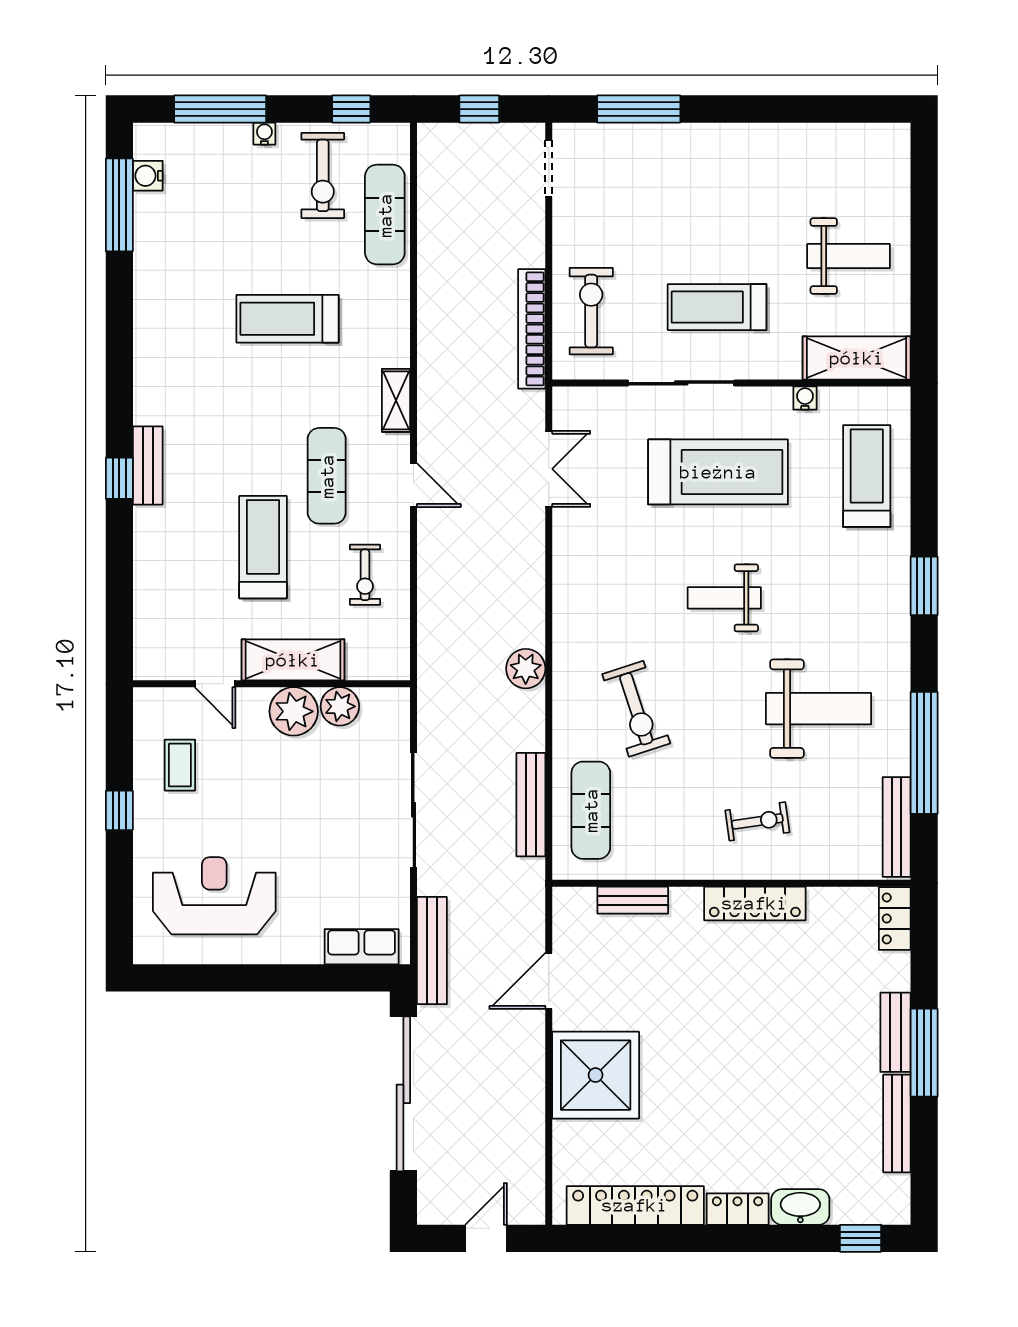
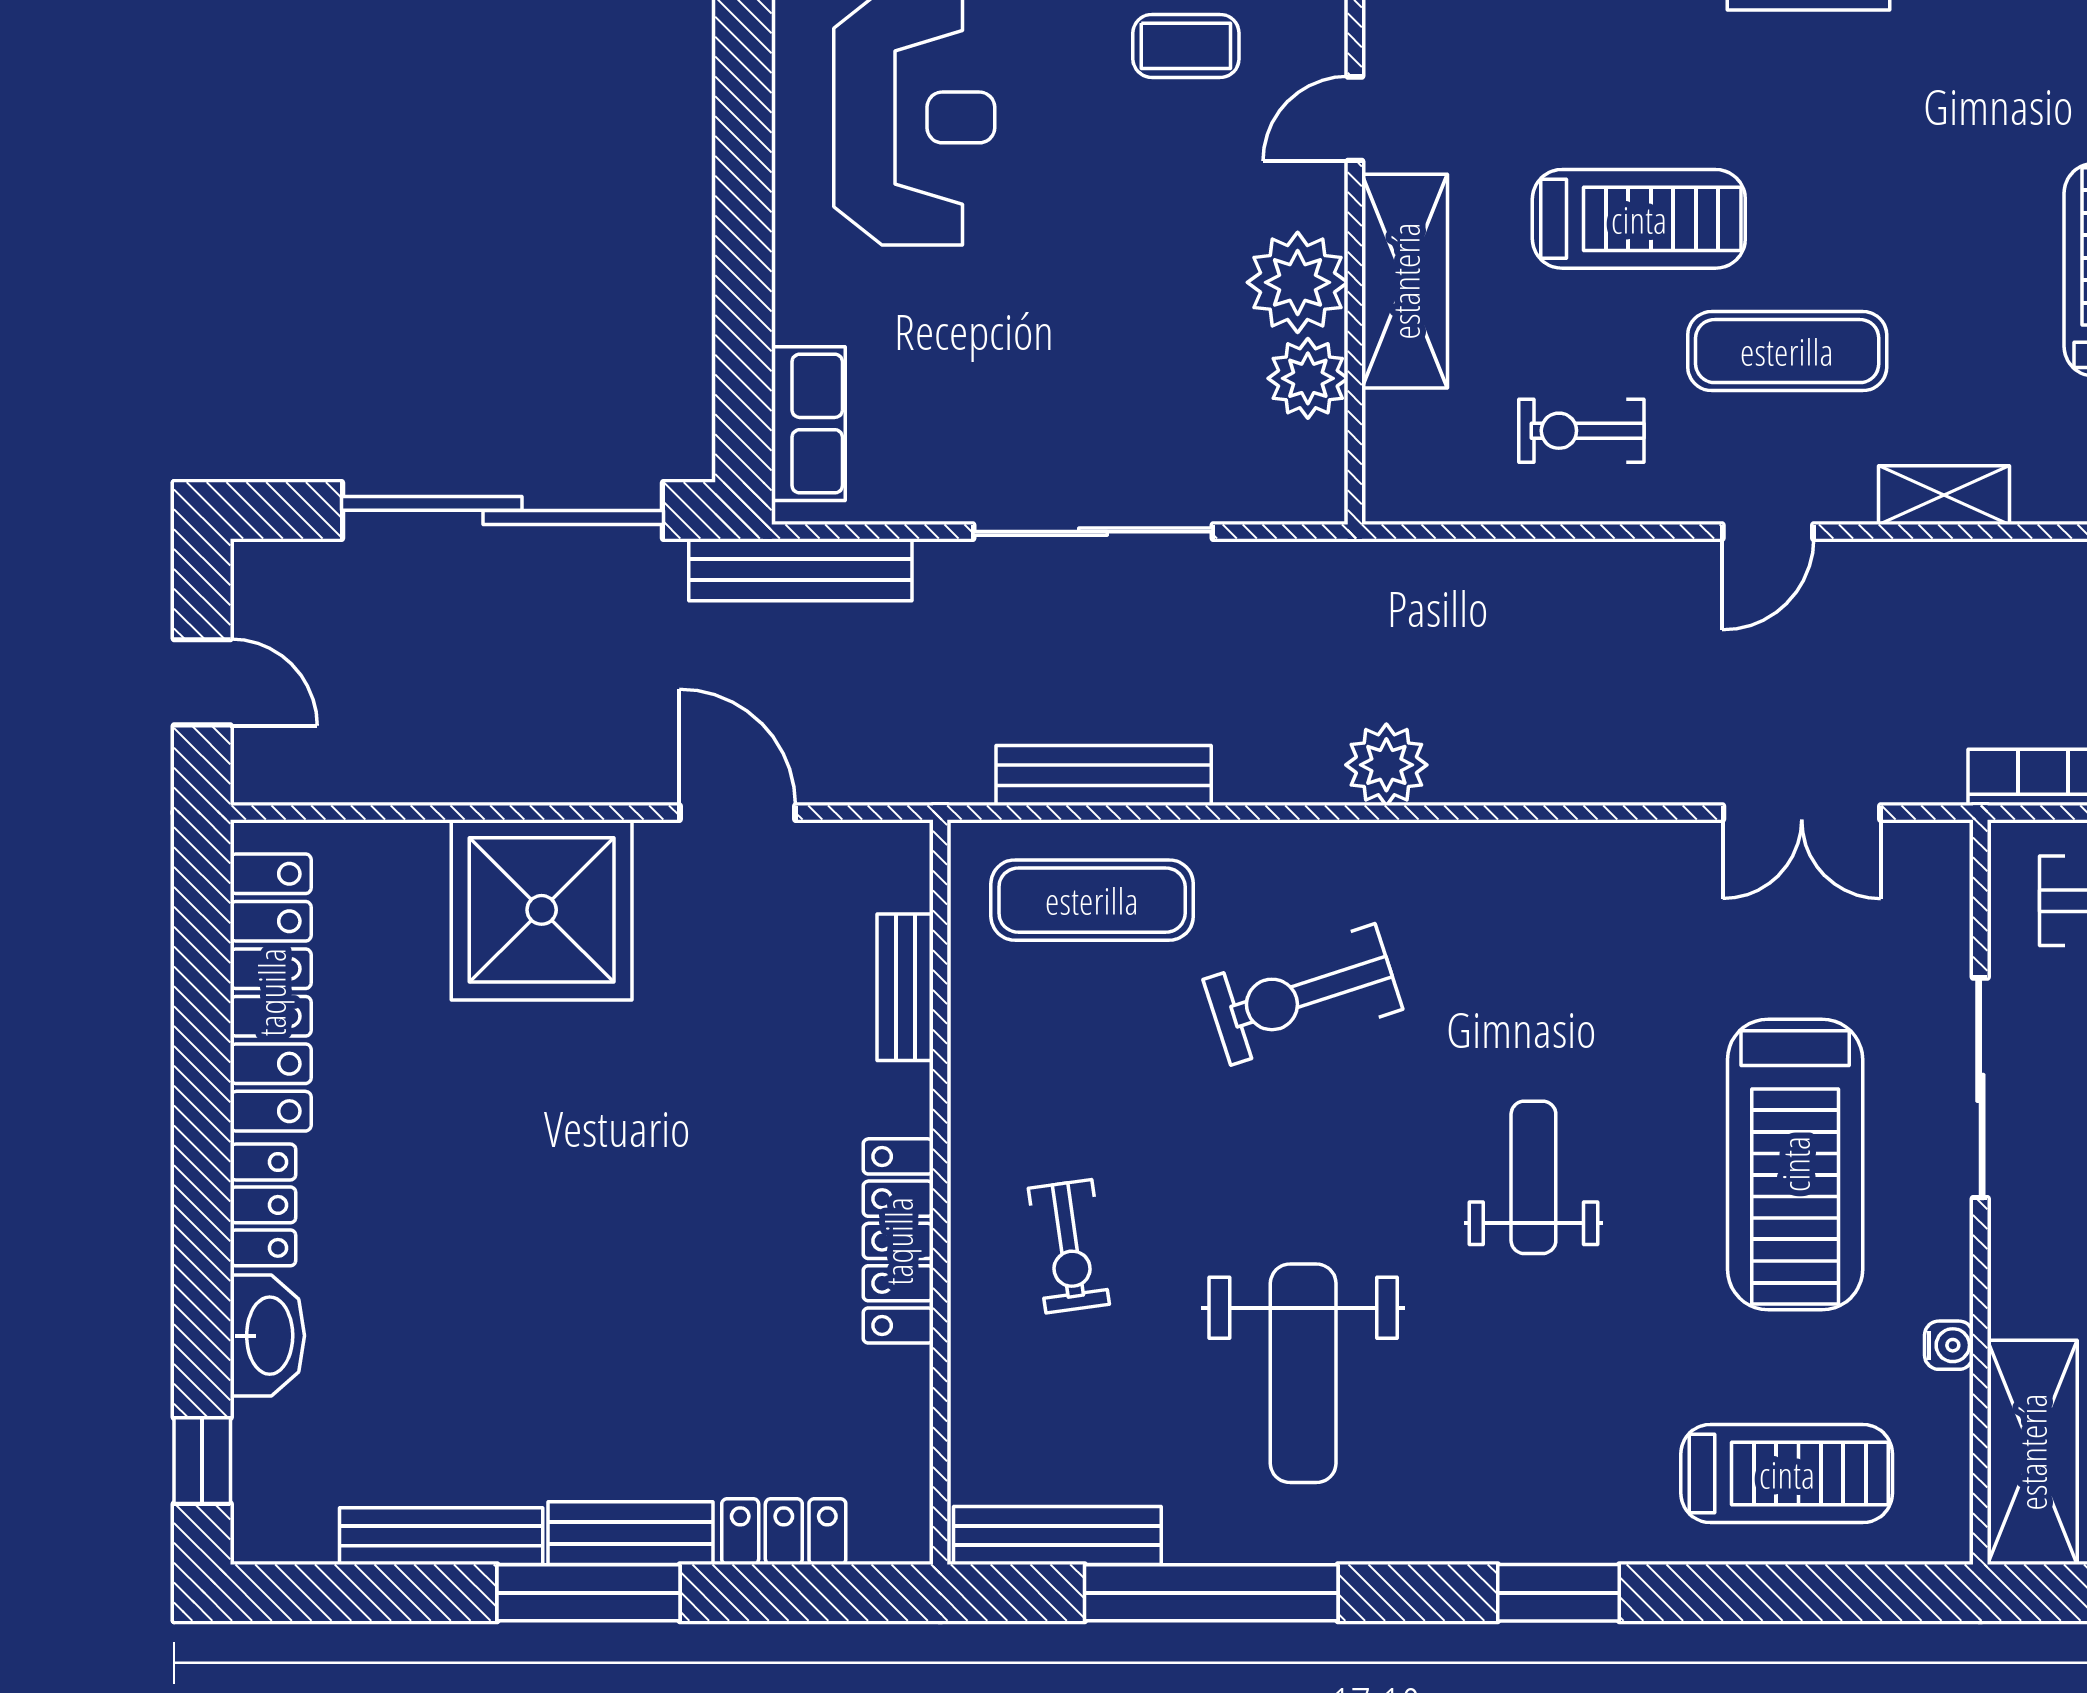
locker: (895, 918) -> (784, 1532), moved

